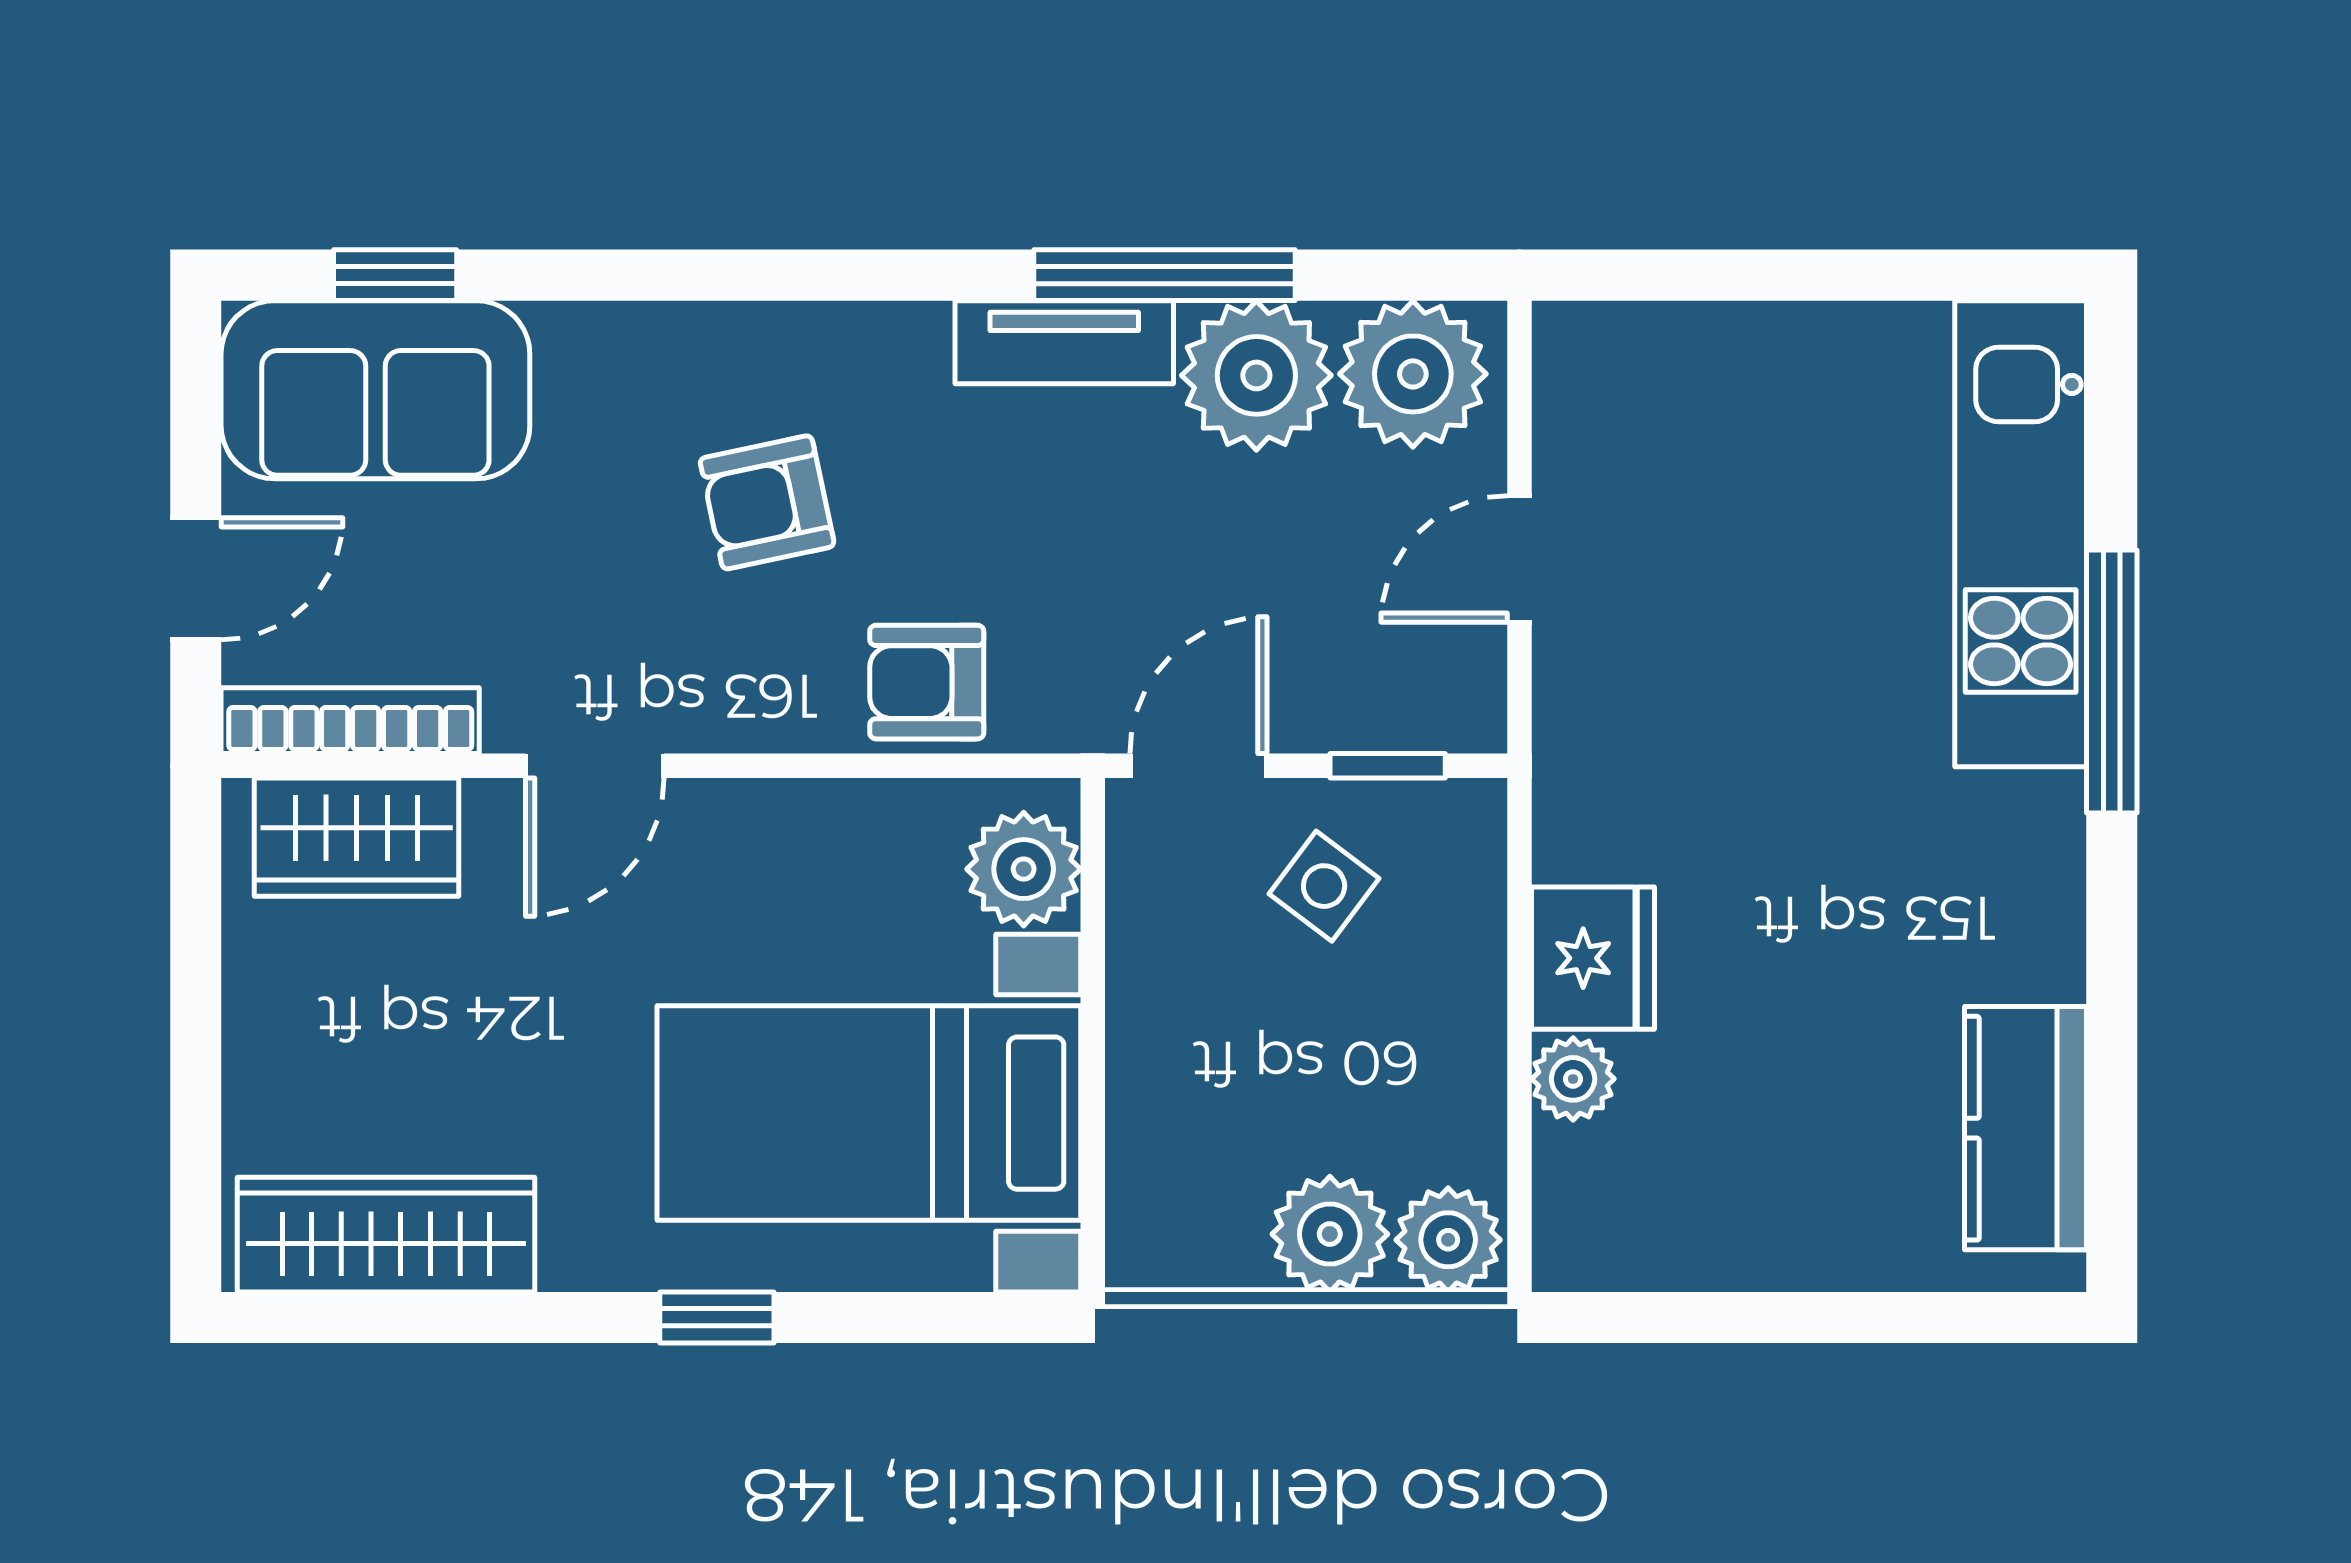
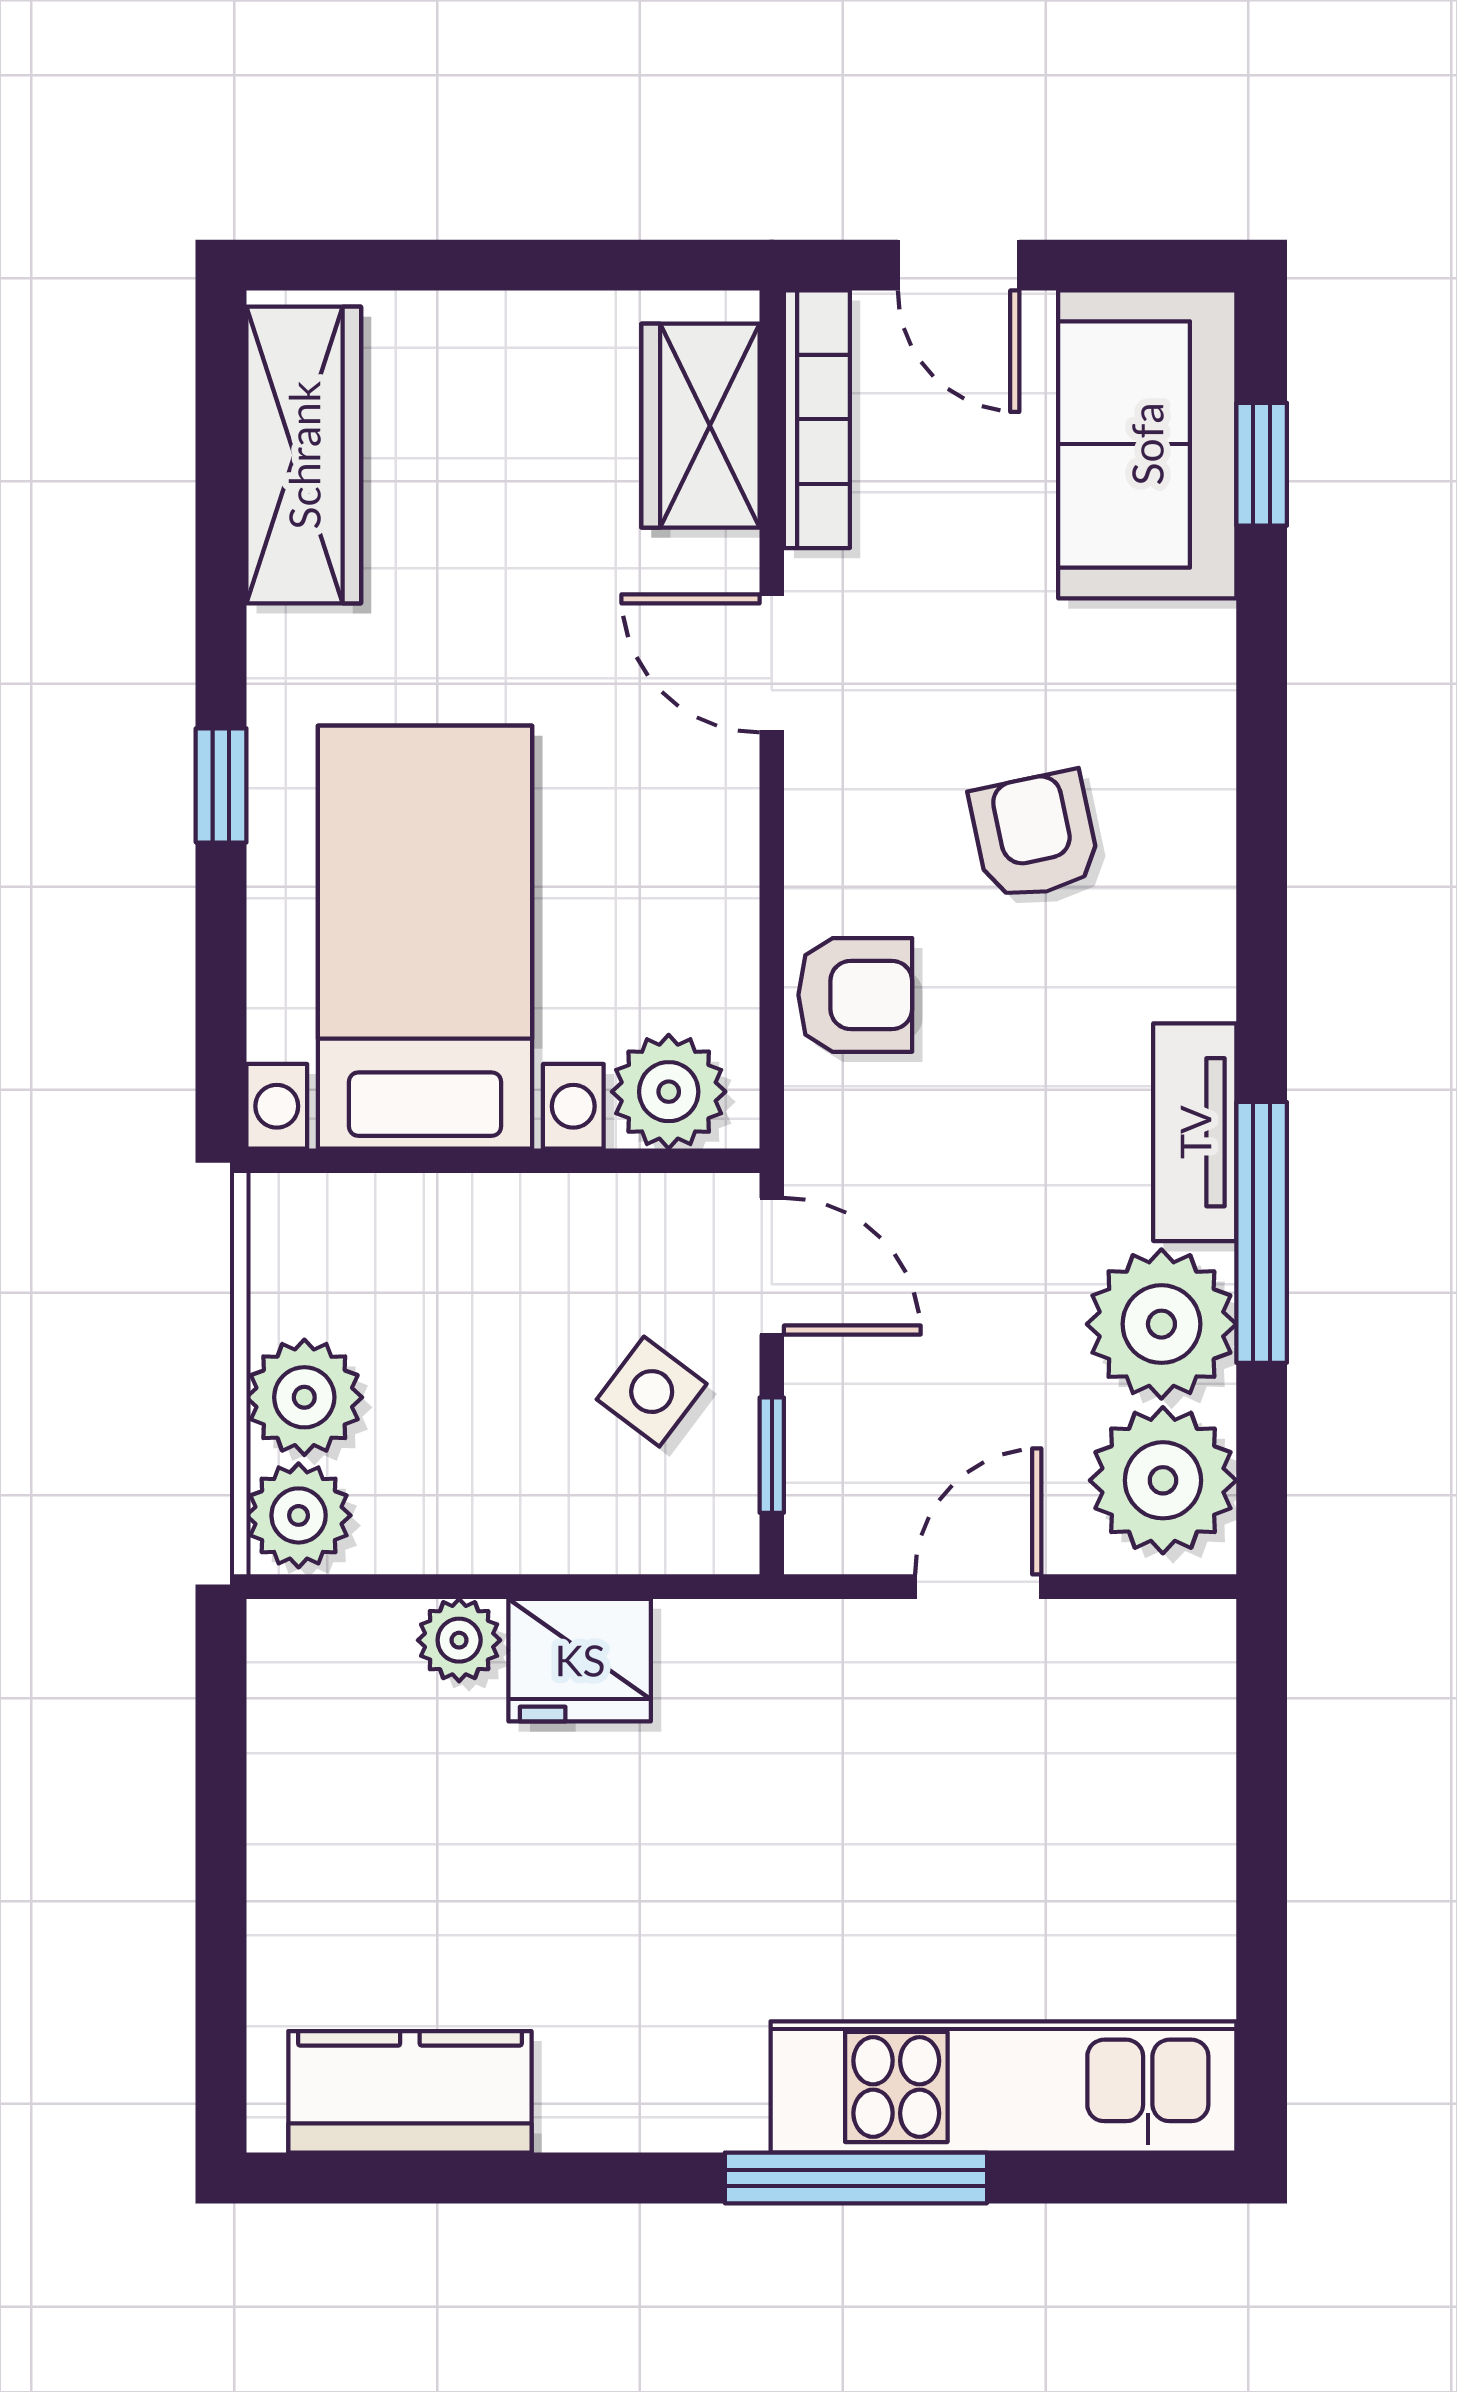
door: (1519, 559) -> (978, 1587), hinge flipped
armchair: (927, 682) -> (855, 995), turned 90

